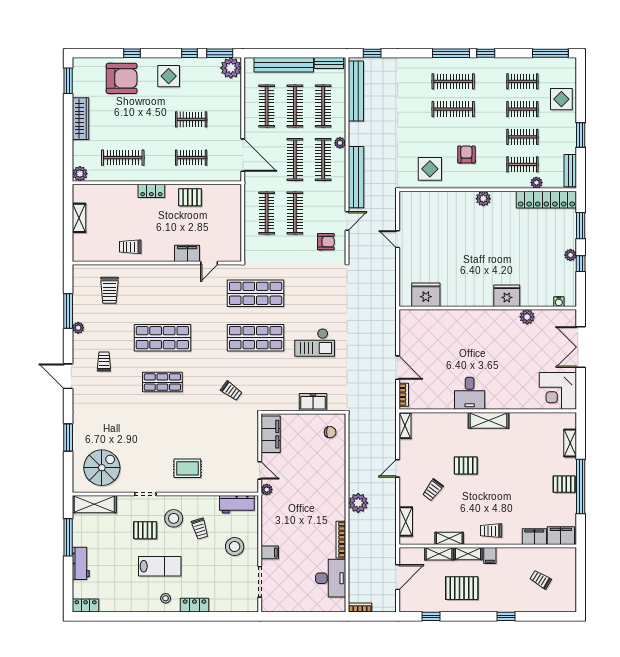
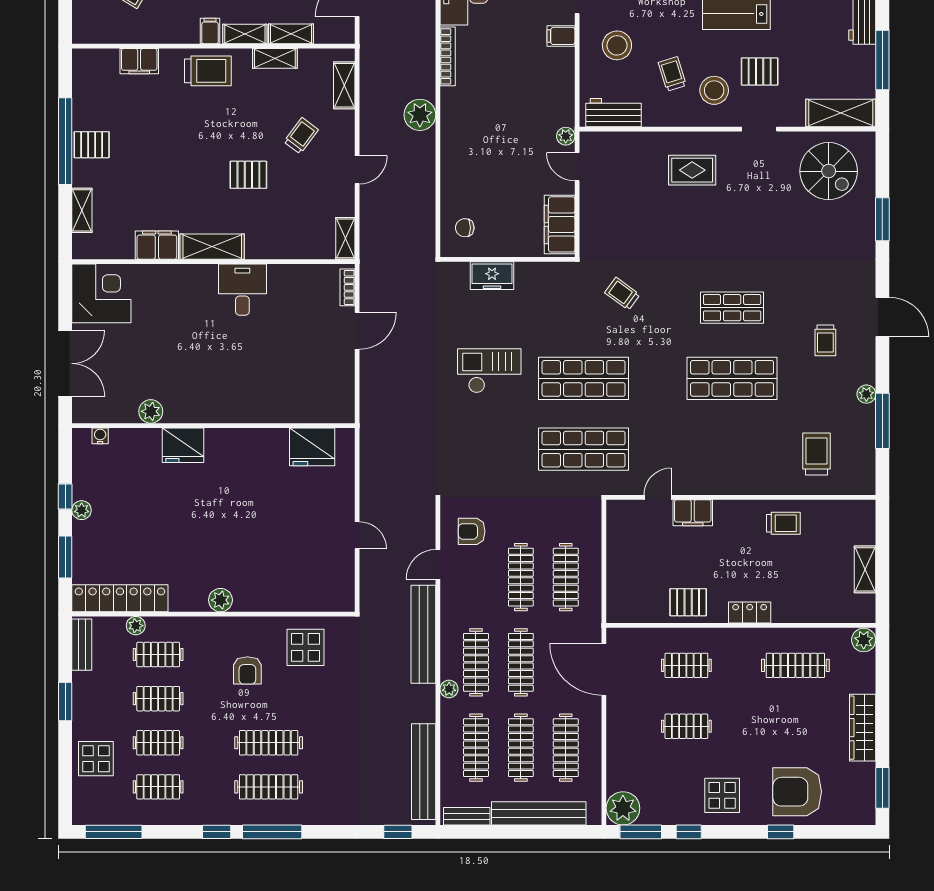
door: (398, 368) -> (357, 331), swing flipped
spiral stairs: (102, 468) -> (829, 171), turned -90
trolley: (491, 531) -> (208, 71), width x1.36, depth x1.39
filing cabinet: (561, 536) -> (157, 245), moved, turned 180

